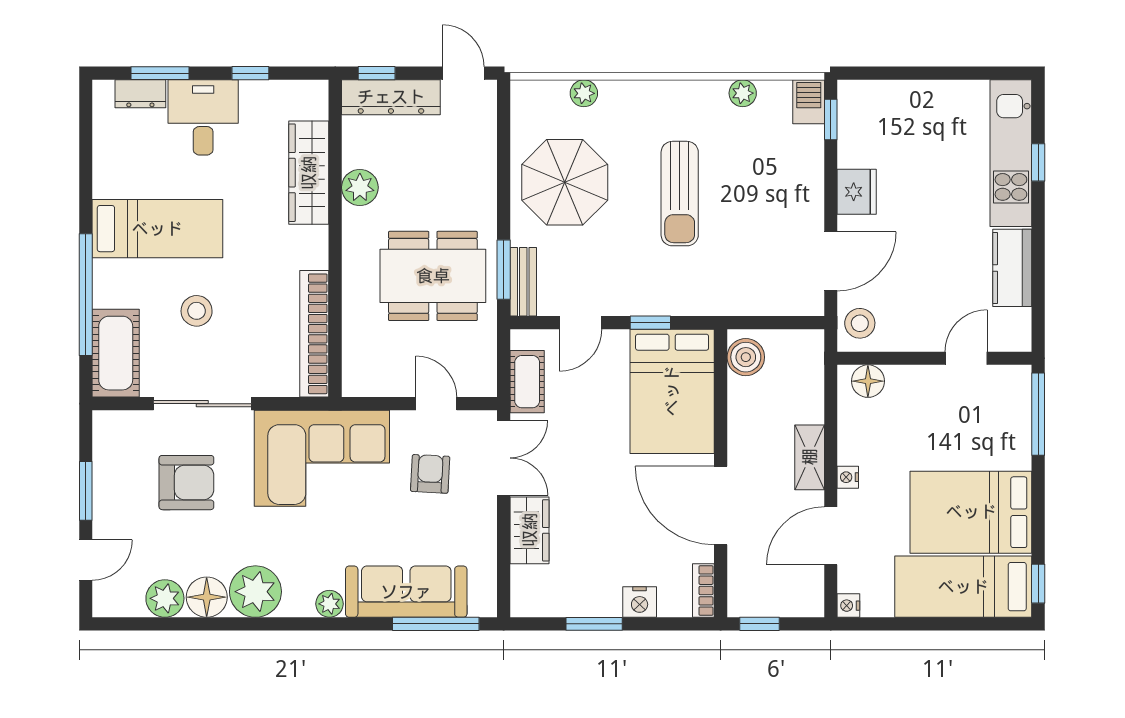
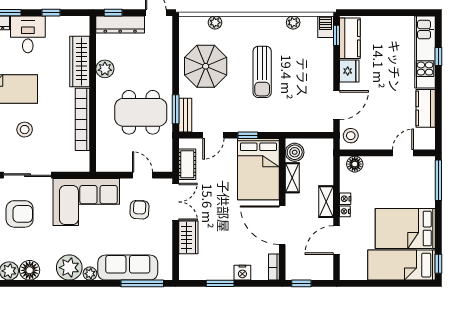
kitchen counter: (858, 125) -> (350, 38), added
bookcase: (314, 334) -> (82, 119), moved
shelving: (741, 409) -> (292, 178), added
plant: (255, 592) -> (69, 268), moved
nightstand: (848, 606) -> (345, 199), moved

